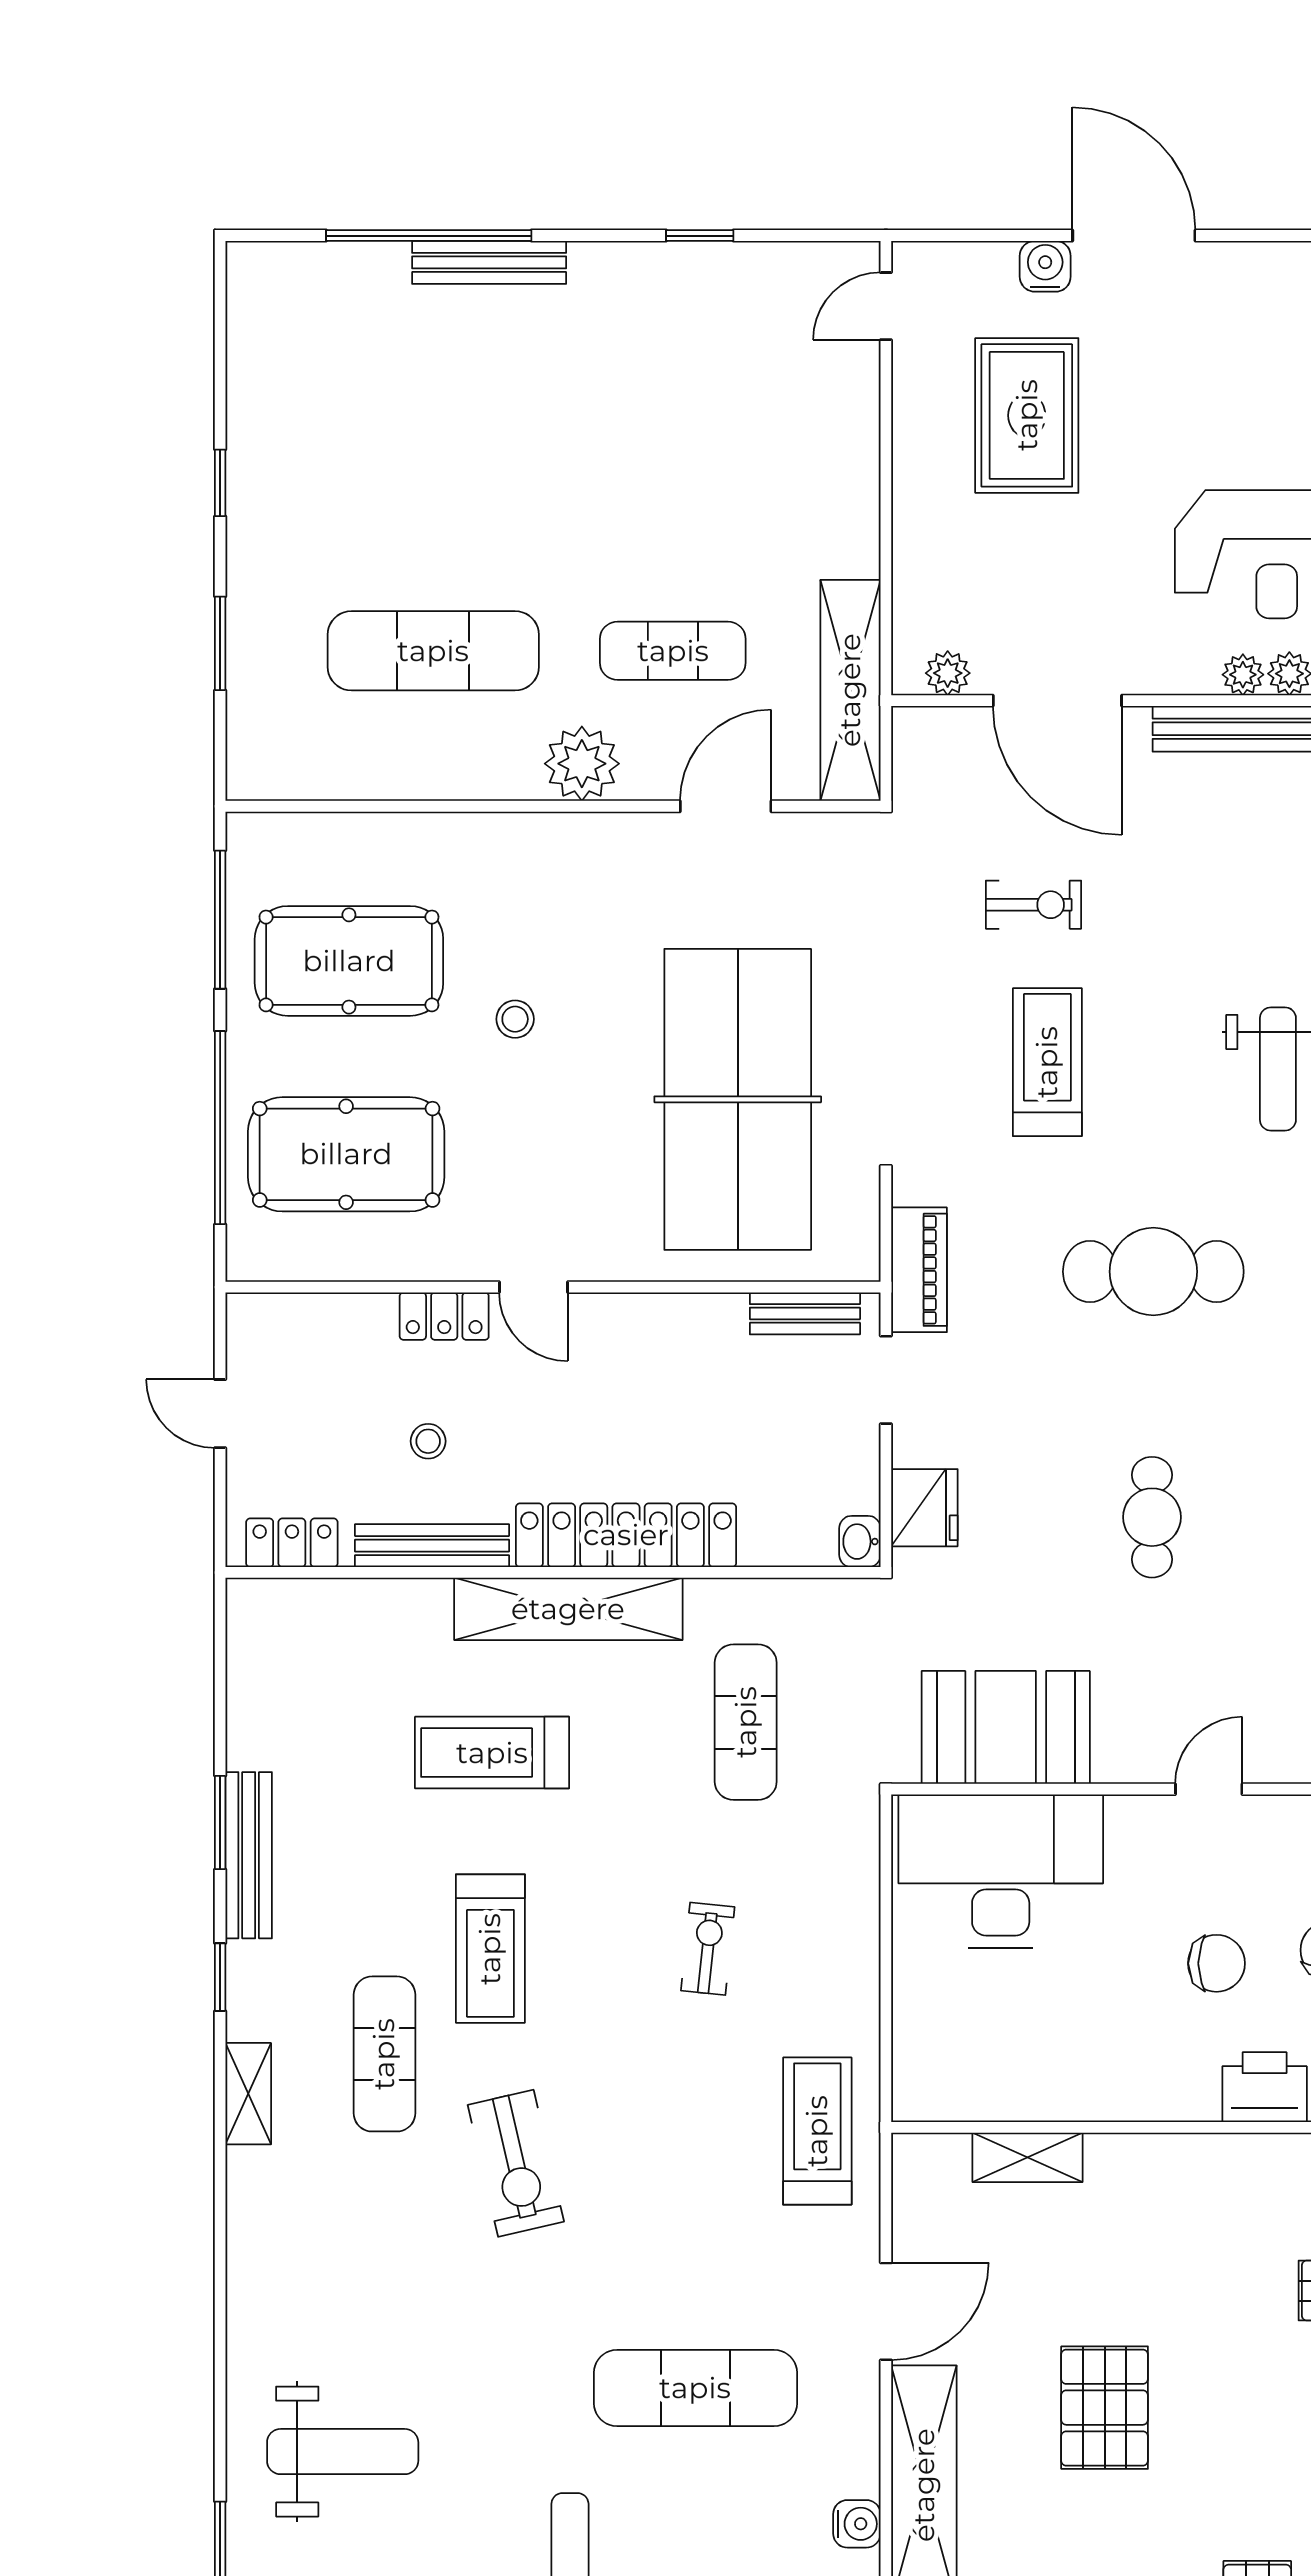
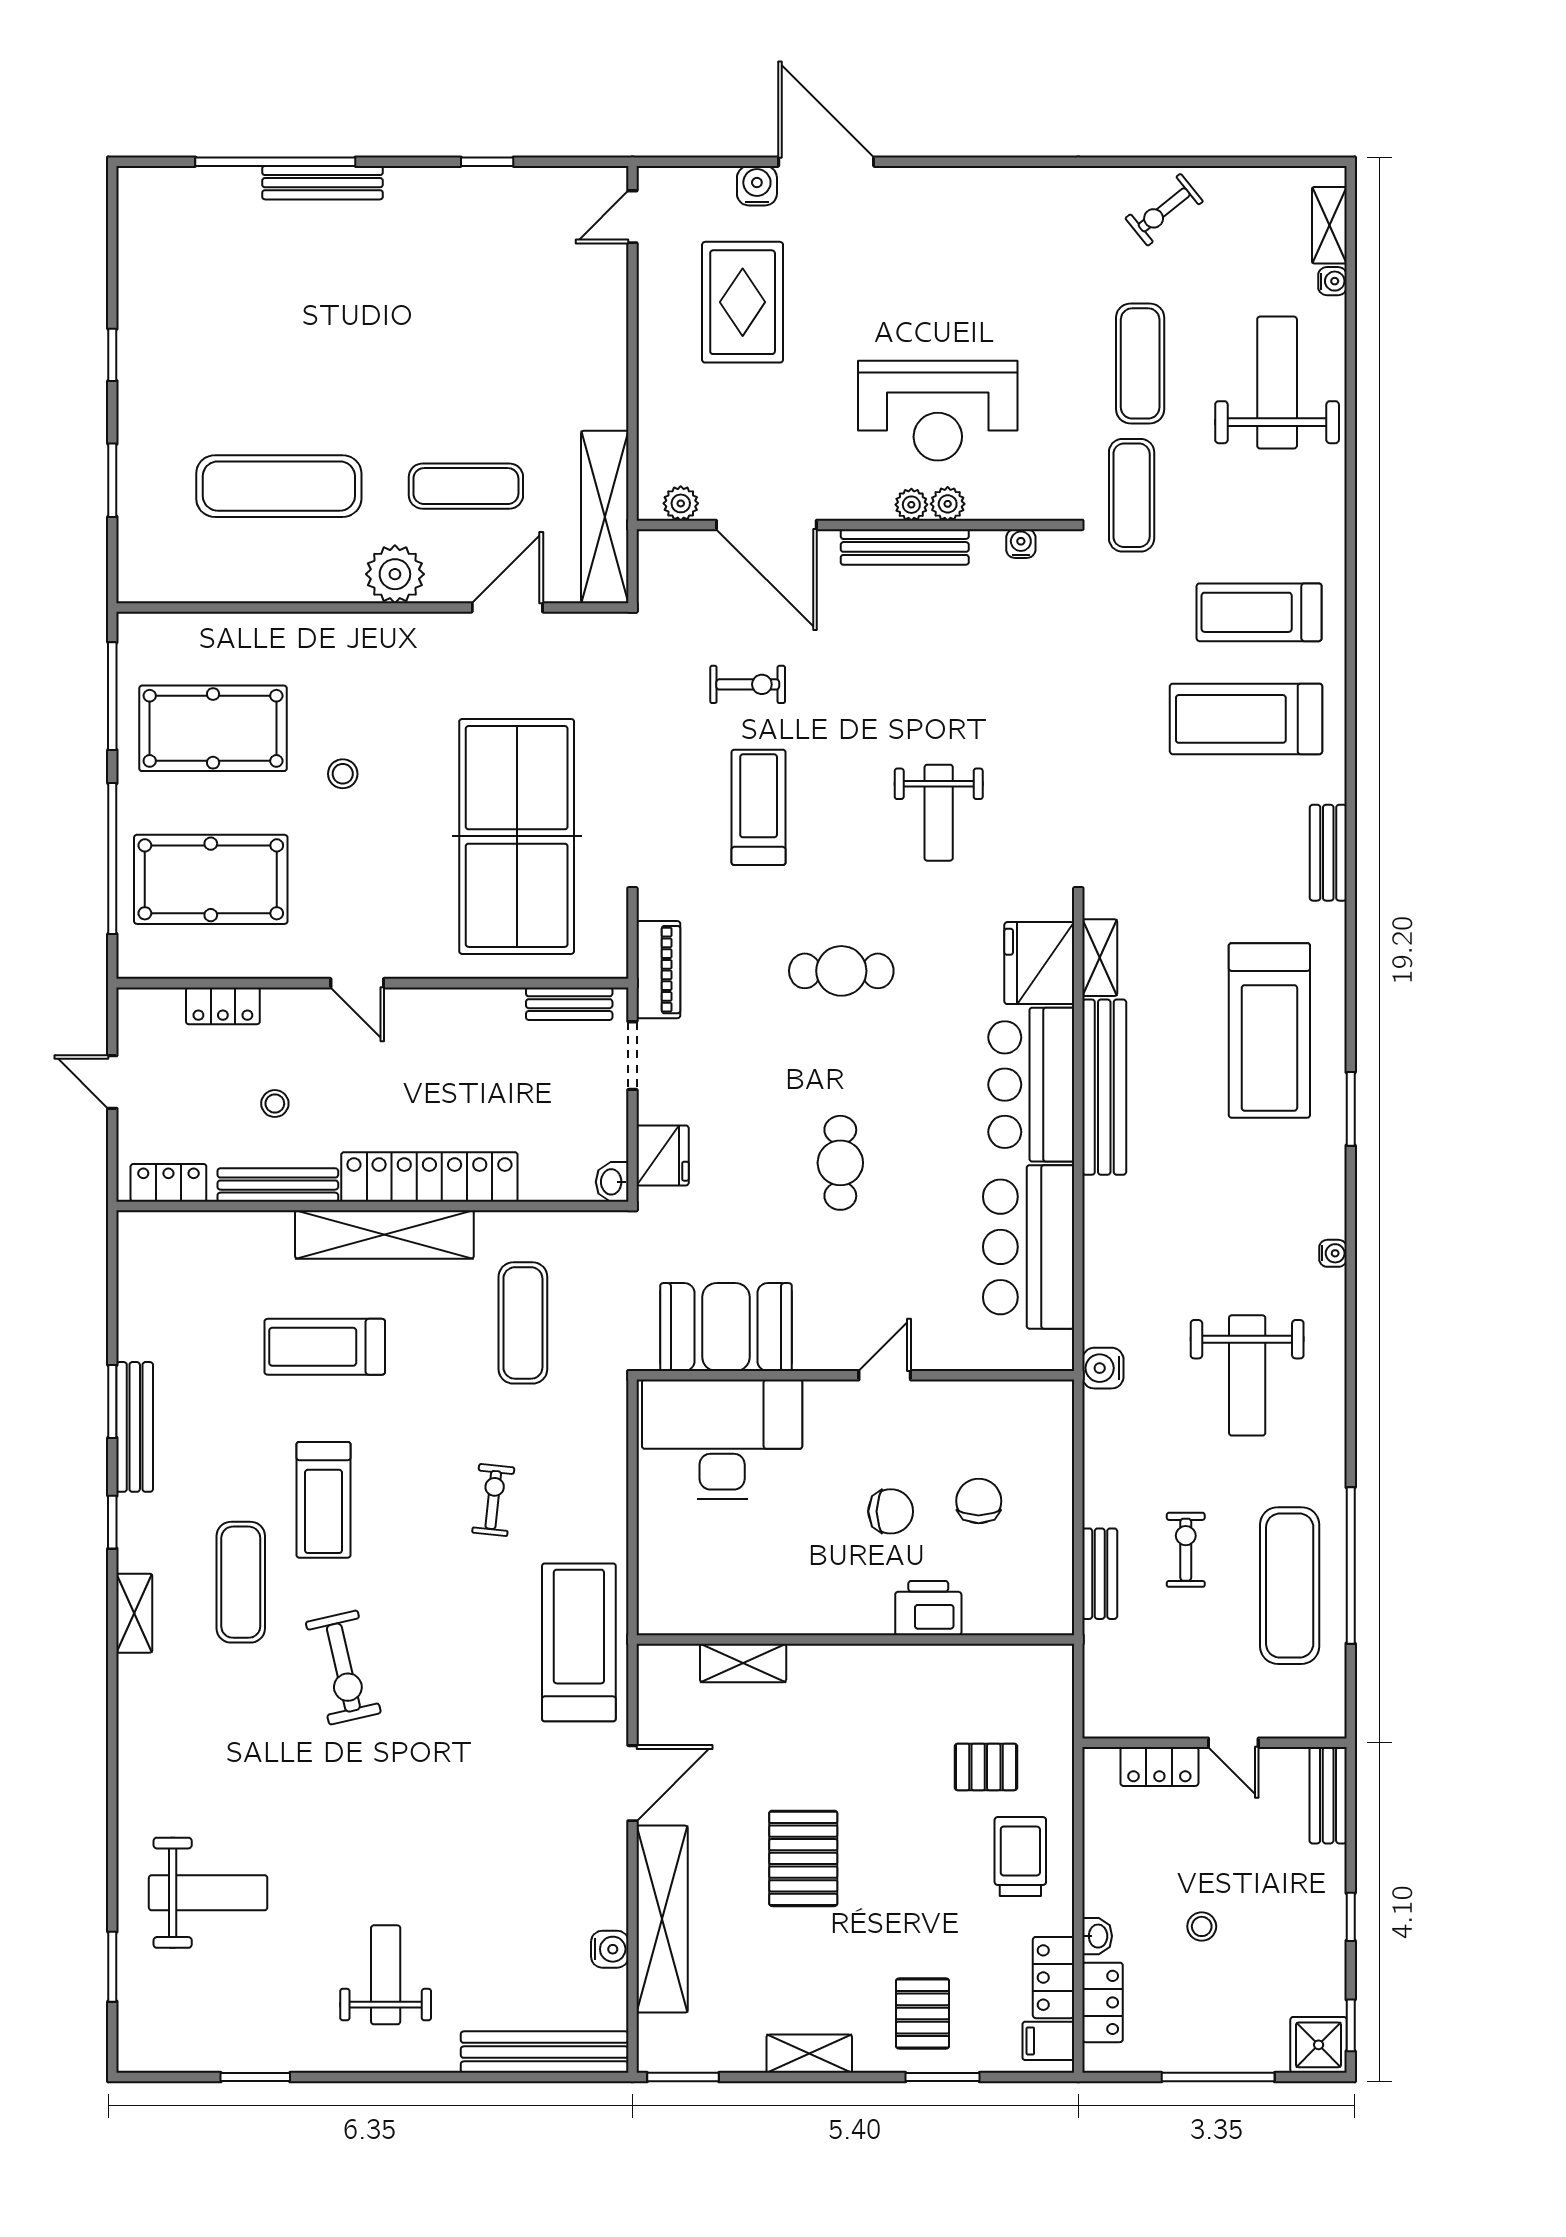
cafe table: (1153, 1272) -> (841, 971), width x0.73, depth x0.74
locker: (444, 1316) -> (223, 1006), moved
treadmill: (817, 2131) -> (579, 1642), width x1.37, depth x1.38
exercise mat: (695, 2388) -> (484, 1843), removed

